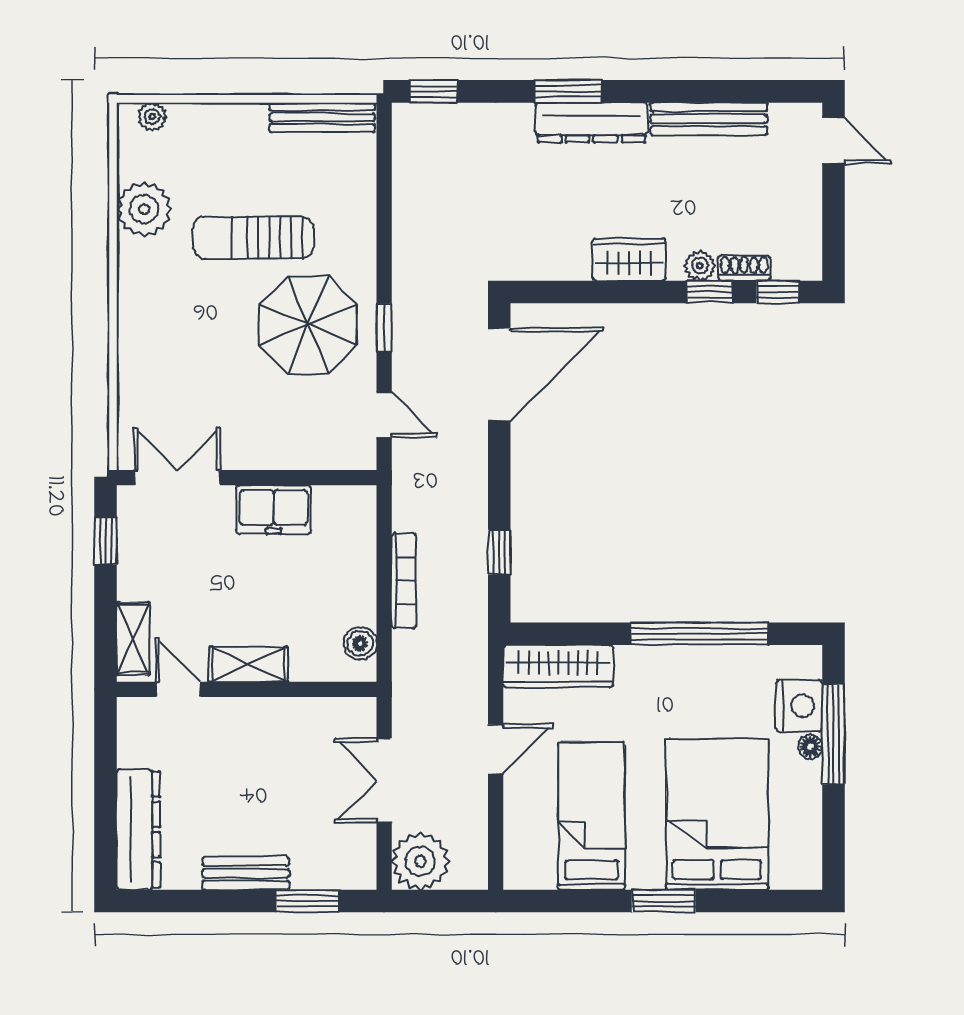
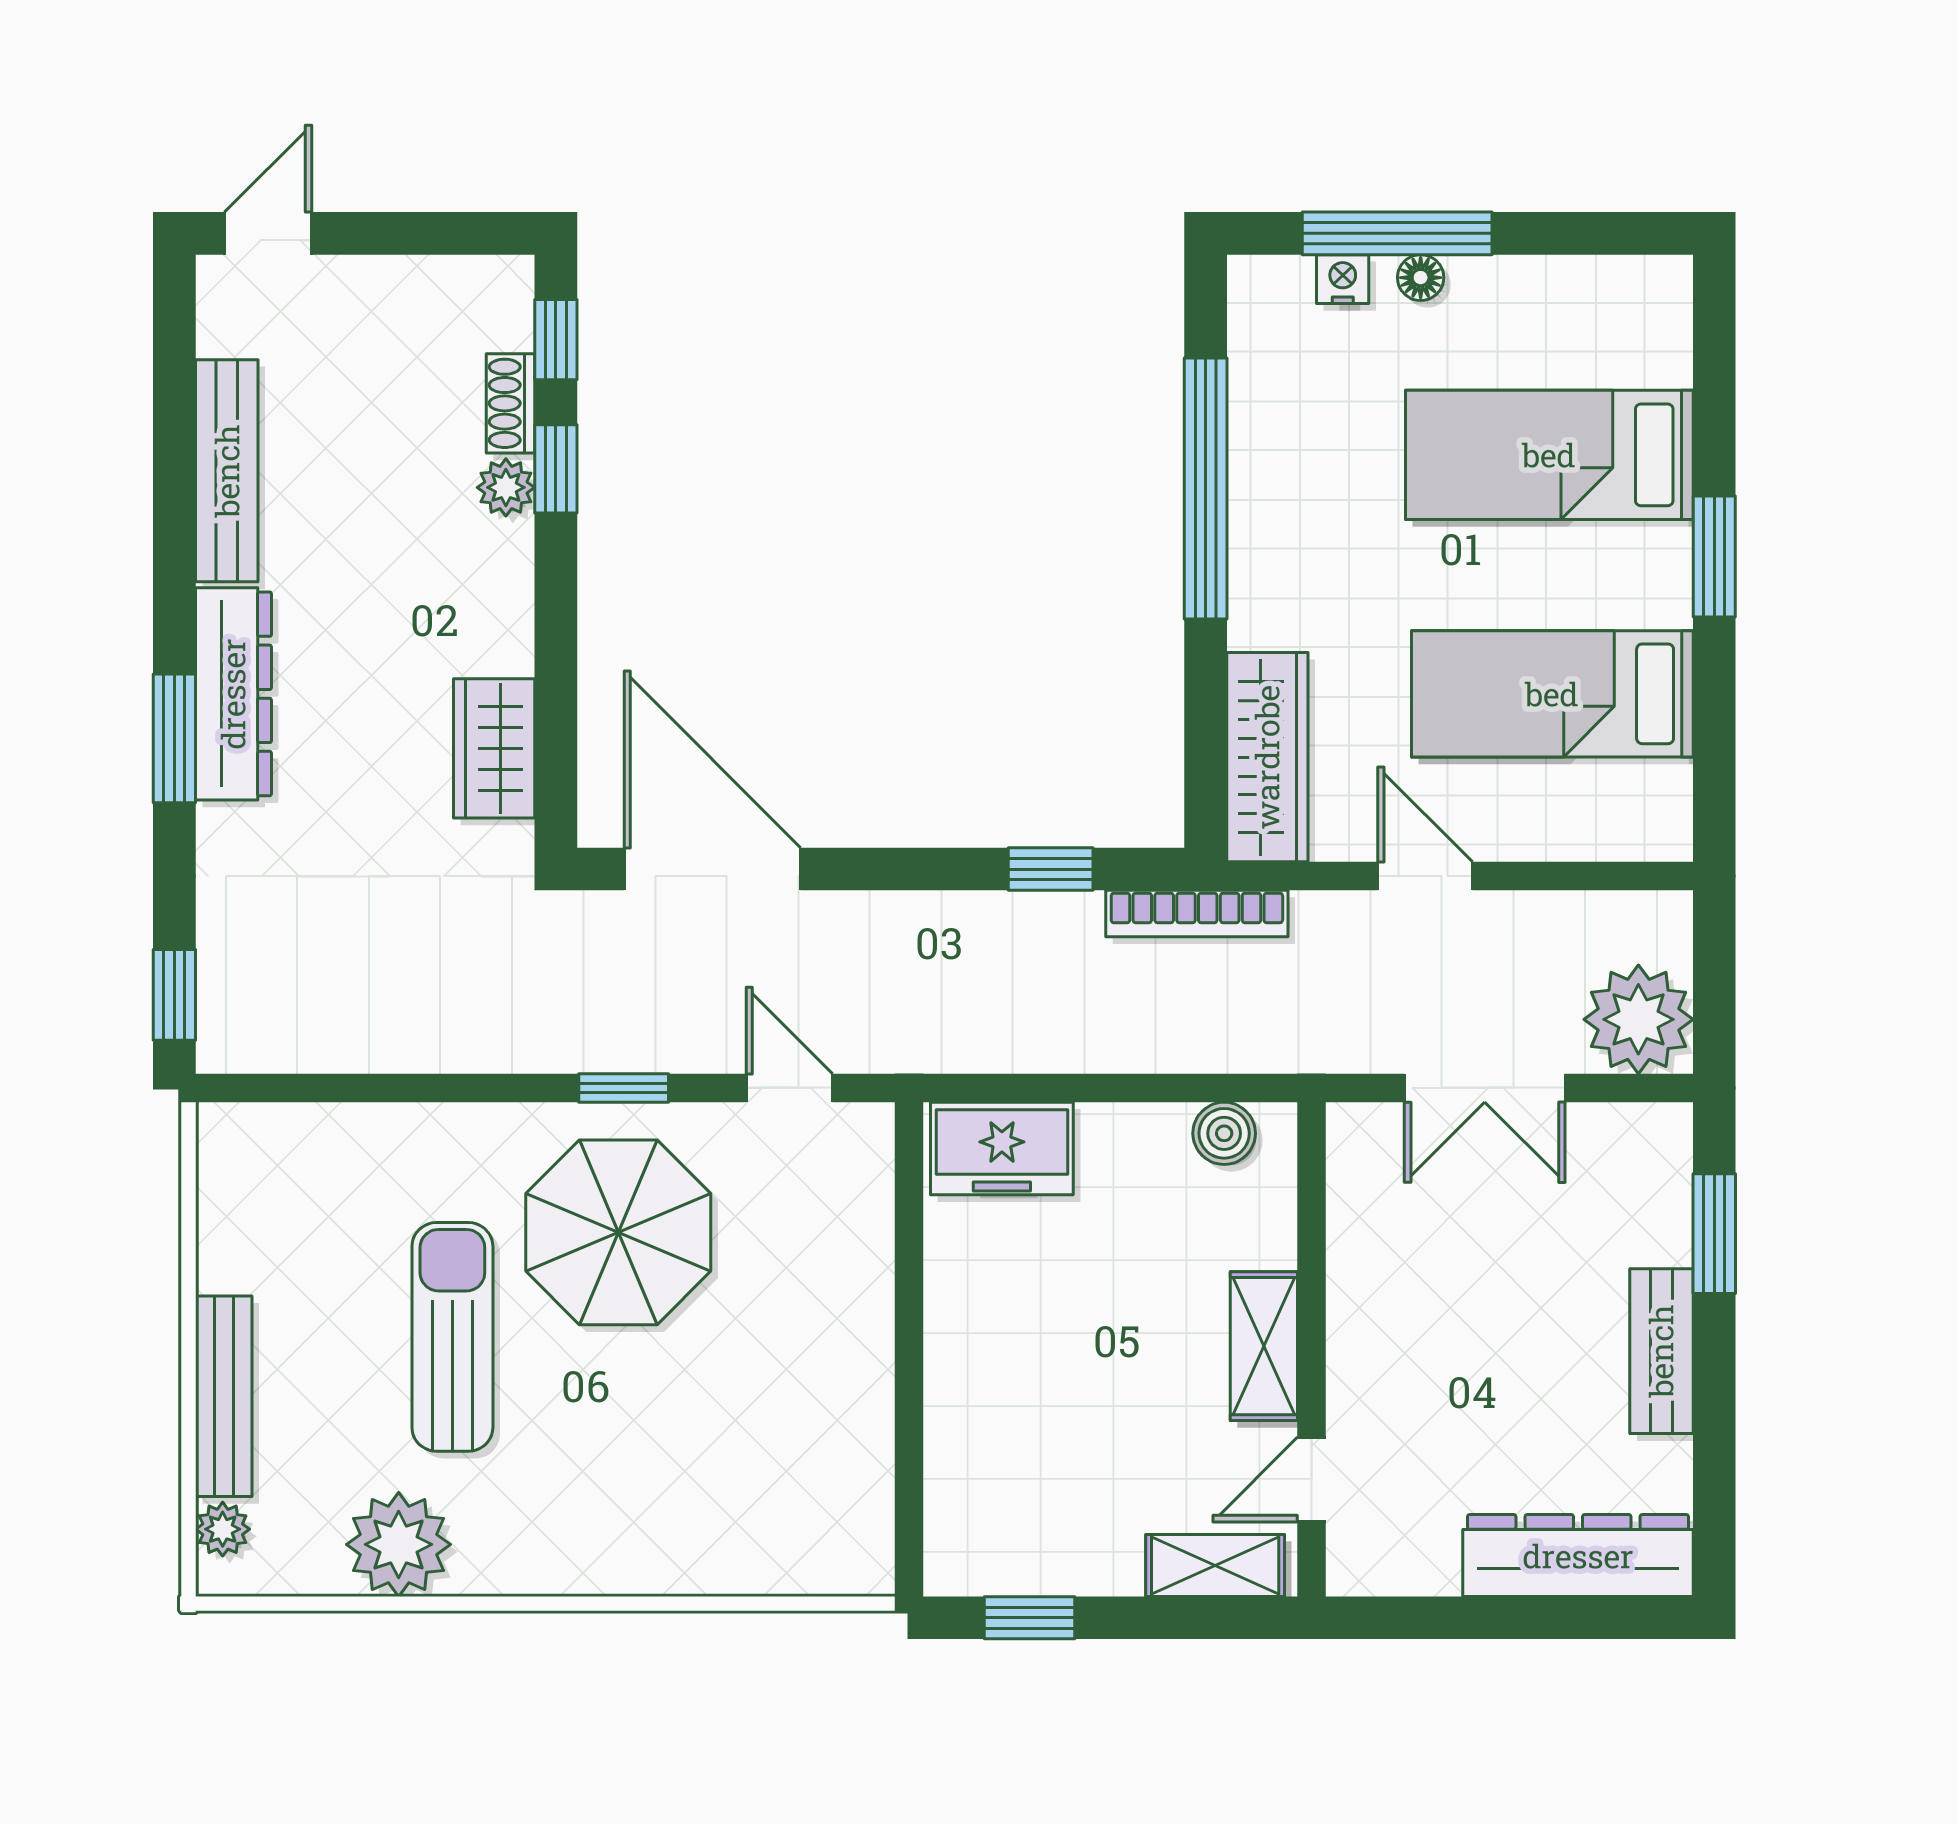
bench: (322, 117) -> (224, 1396), moved
sun lounger: (253, 238) -> (452, 1337), turned 180
wardrobe: (629, 260) -> (494, 748), moved
door: (384, 415) -> (789, 1088), hinge flipped
double door: (177, 478) -> (909, 1481), removed
freezer: (274, 509) -> (1002, 1148), moved, turned 90
bookcase: (404, 581) -> (1197, 914), moved, turned 180
nightstand: (799, 706) -> (1343, 279), width x0.53, depth x0.56
bed: (717, 814) -> (1549, 455), width x0.67

